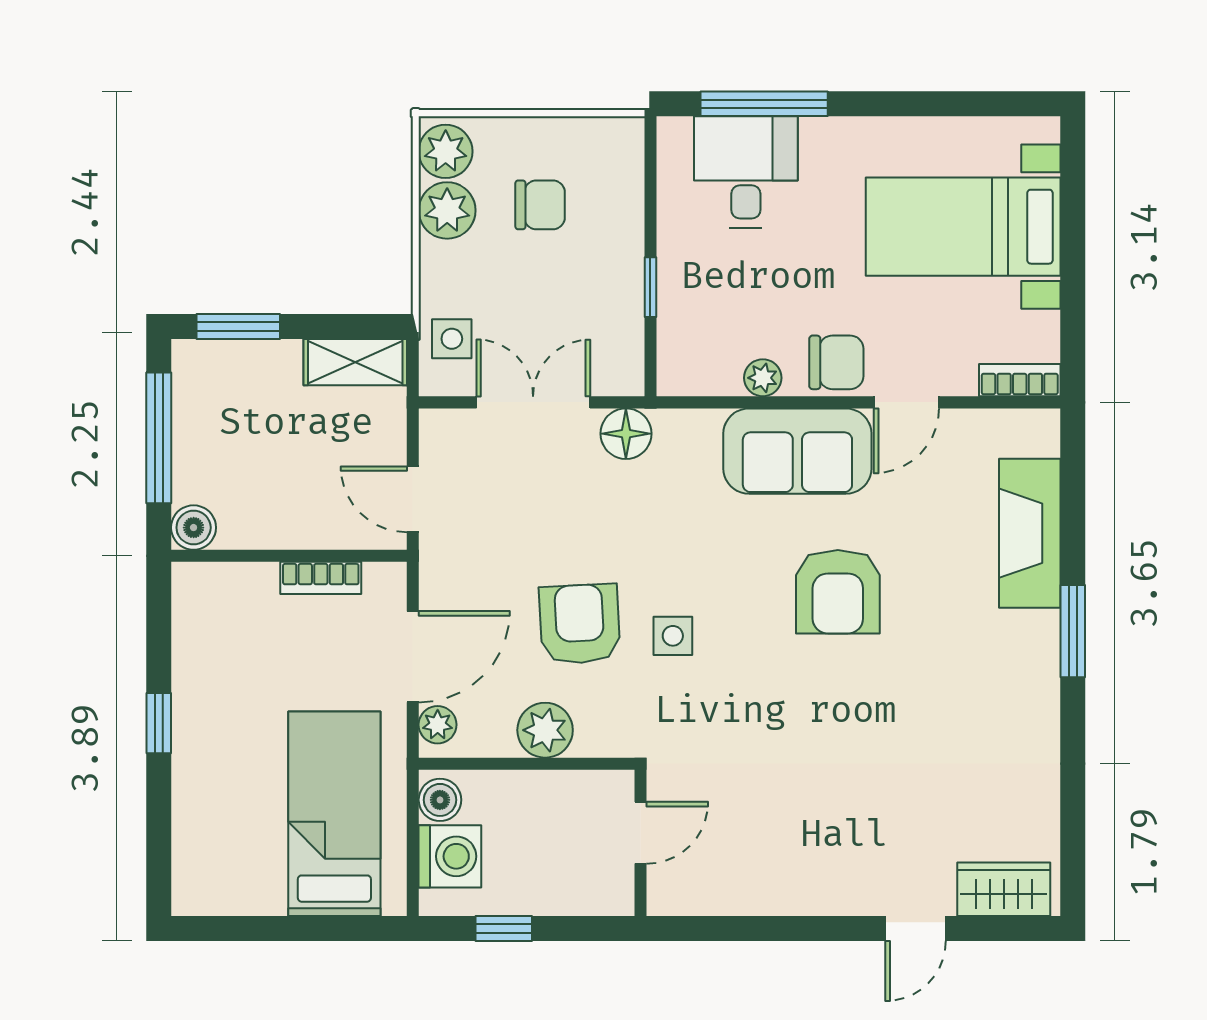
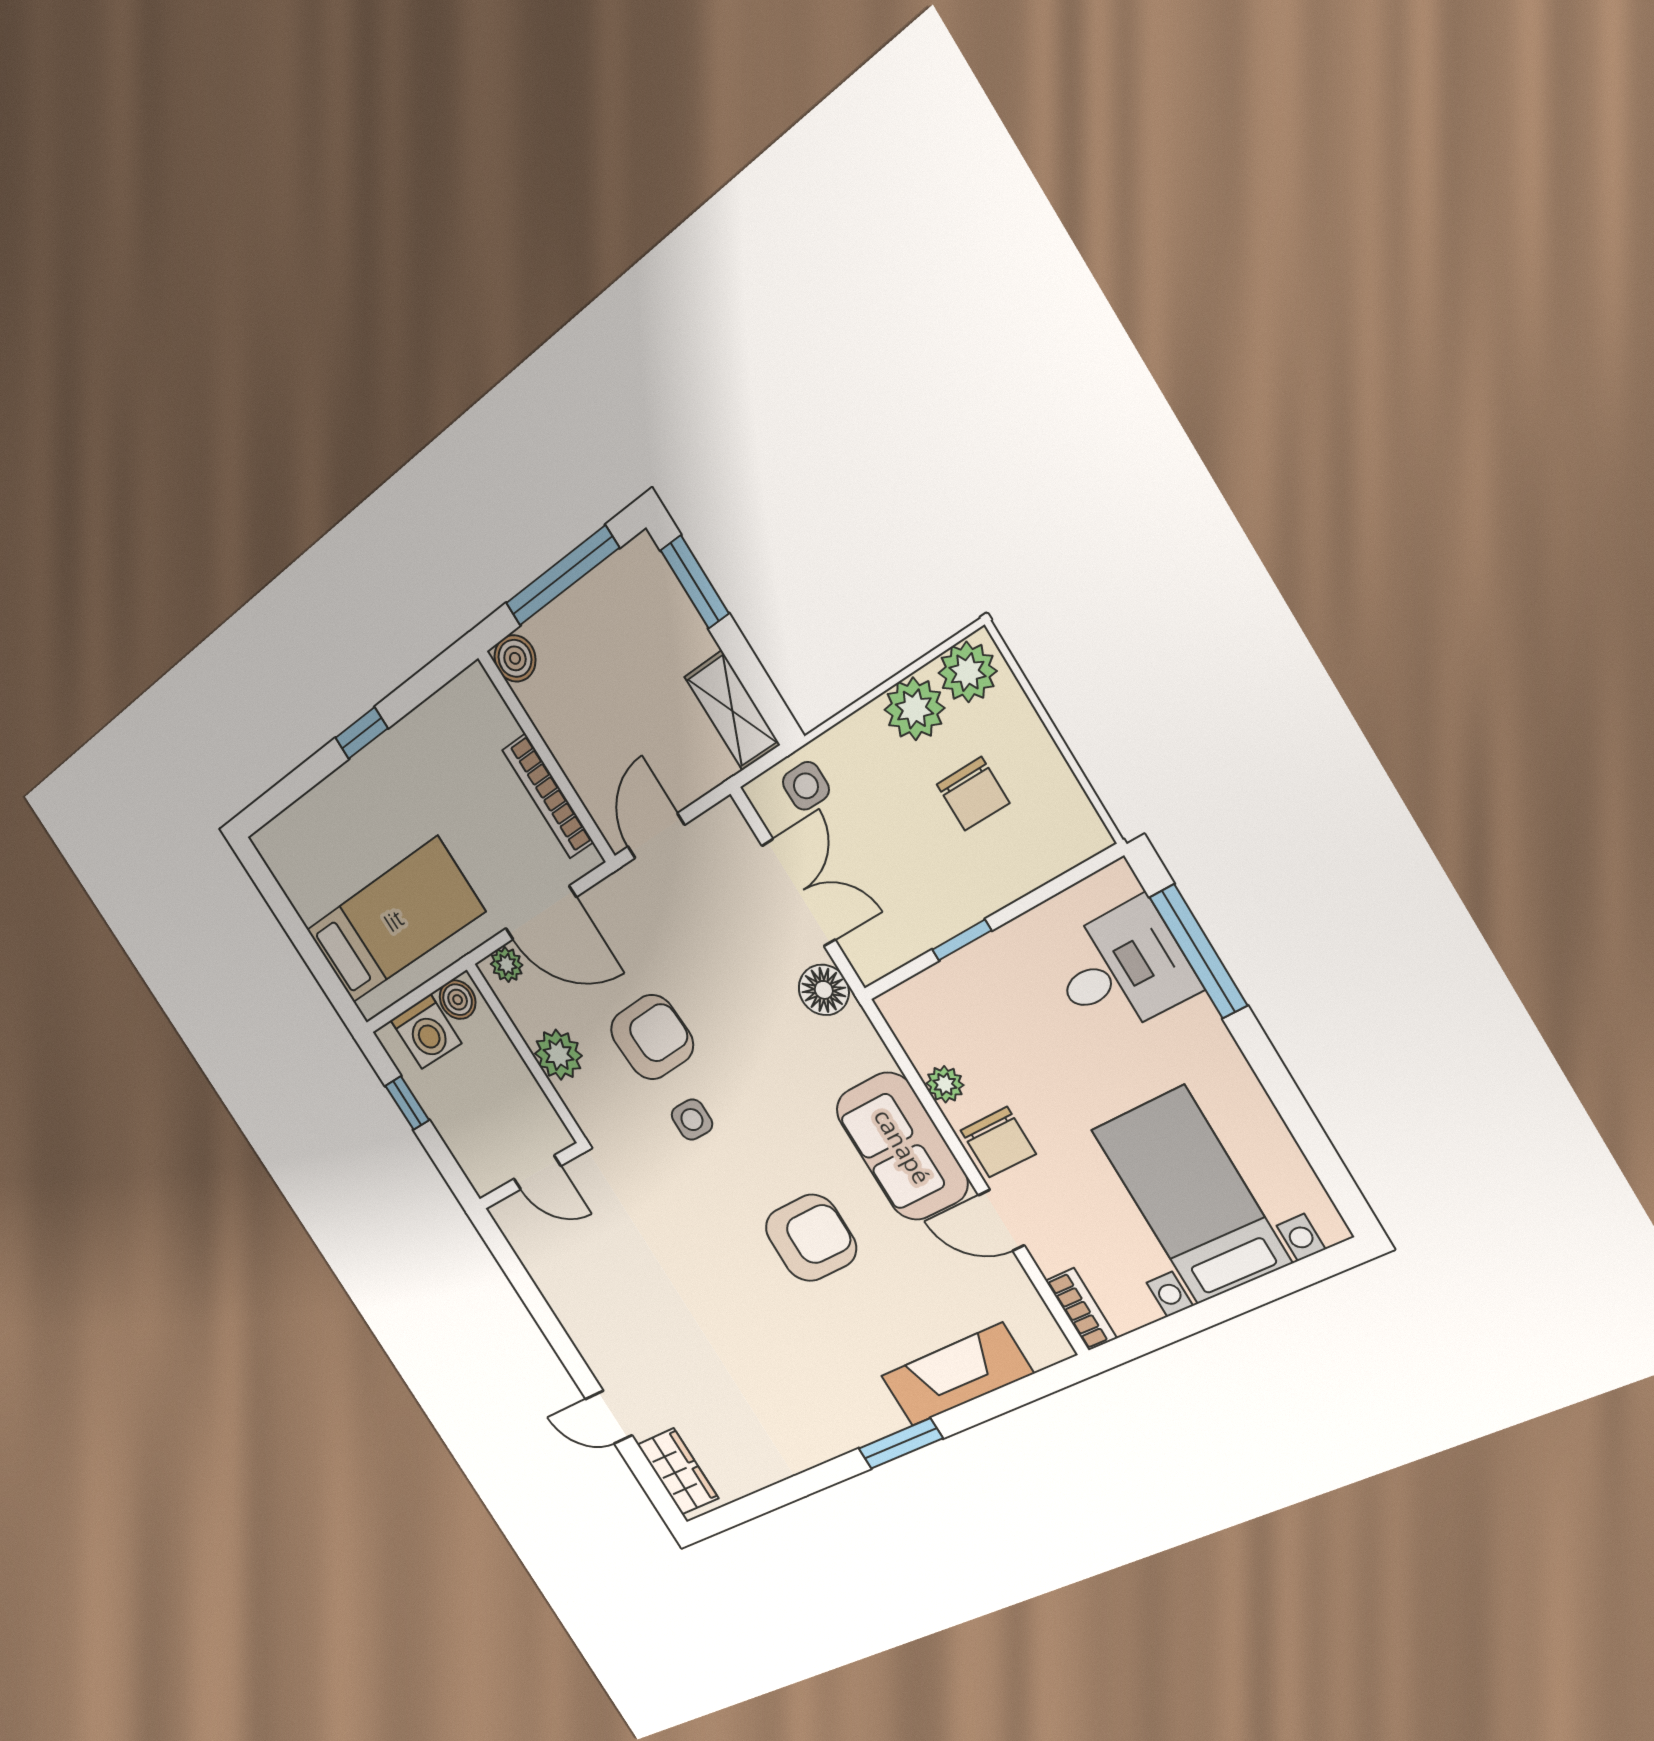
bookcase: (321, 578) -> (548, 796), width x1.56
armchair: (838, 592) -> (811, 1238), turned 180

